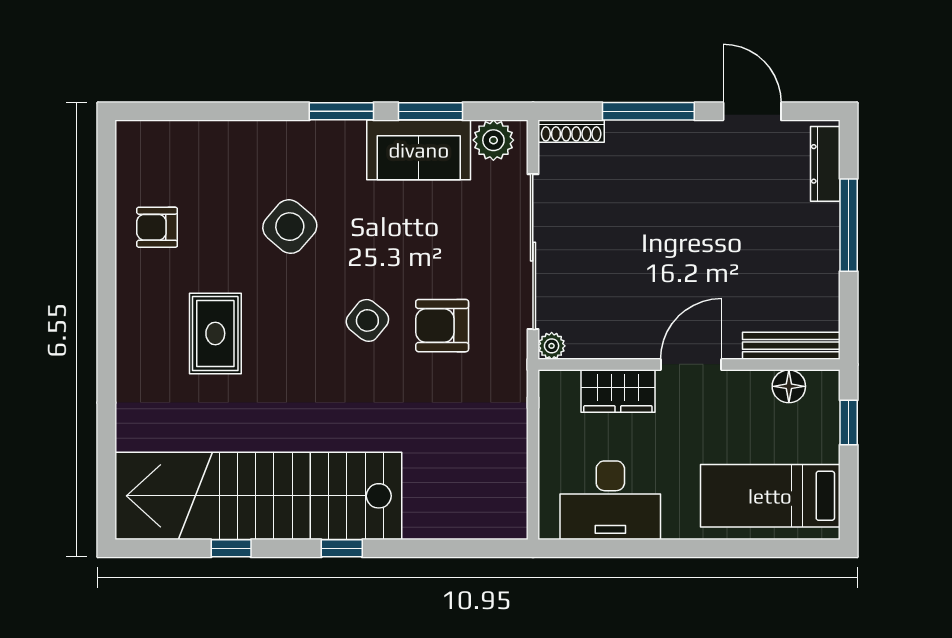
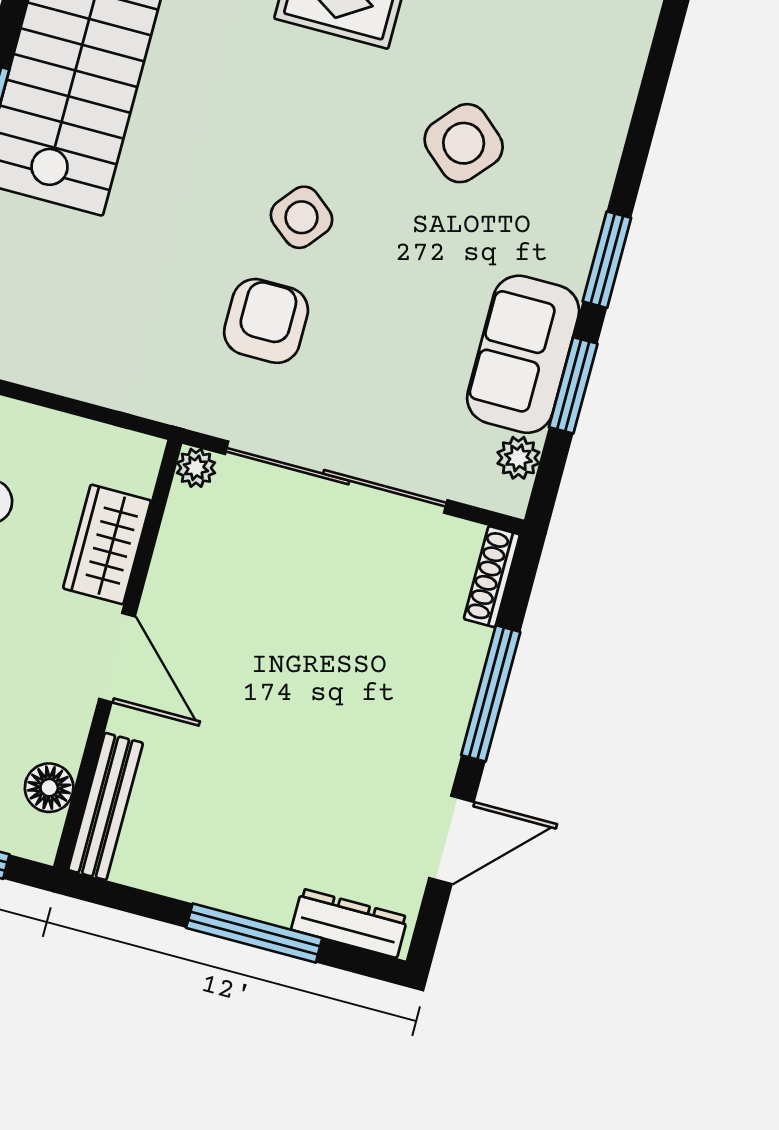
plant: (493, 140) -> (518, 458), width x0.73, depth x0.73

